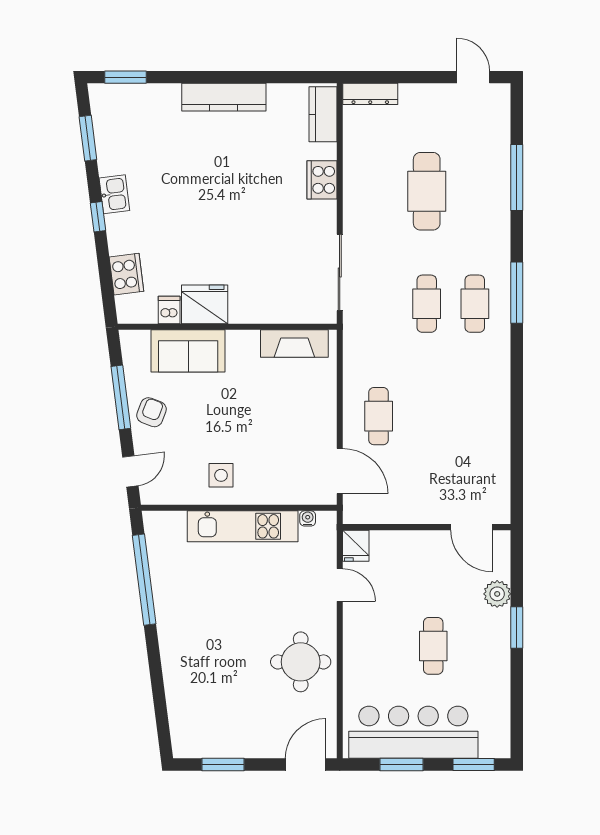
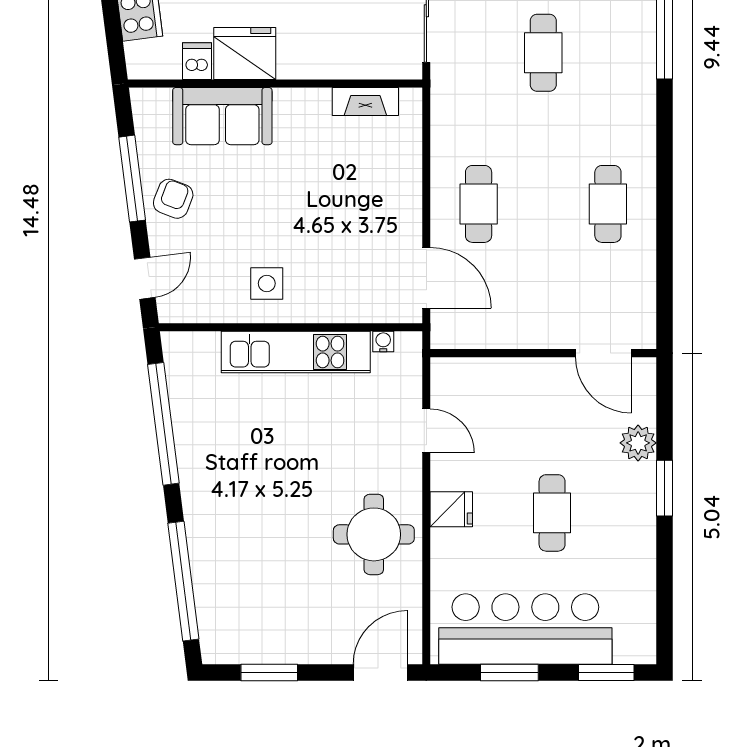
cafe table: (475, 304) -> (608, 204), moved
fireplace: (294, 343) -> (365, 102), width x0.73, depth x0.76
fridge: (356, 546) -> (451, 509), moved, turned -90
window: (159, 697) -> (183, 581), added

